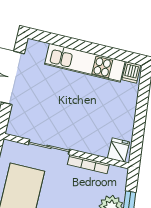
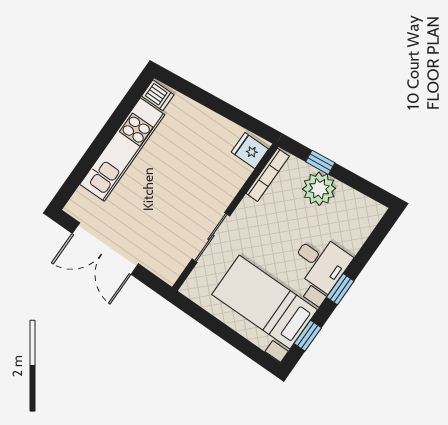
bookcase: (88, 164) -> (268, 175), moved

